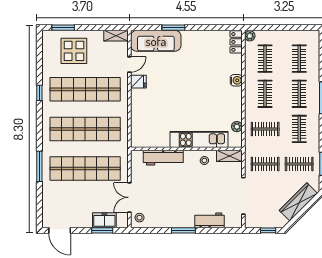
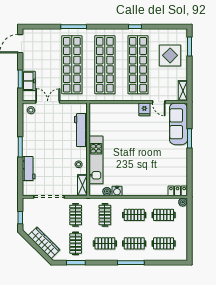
water cooler: (236, 80) -> (117, 191), moved

